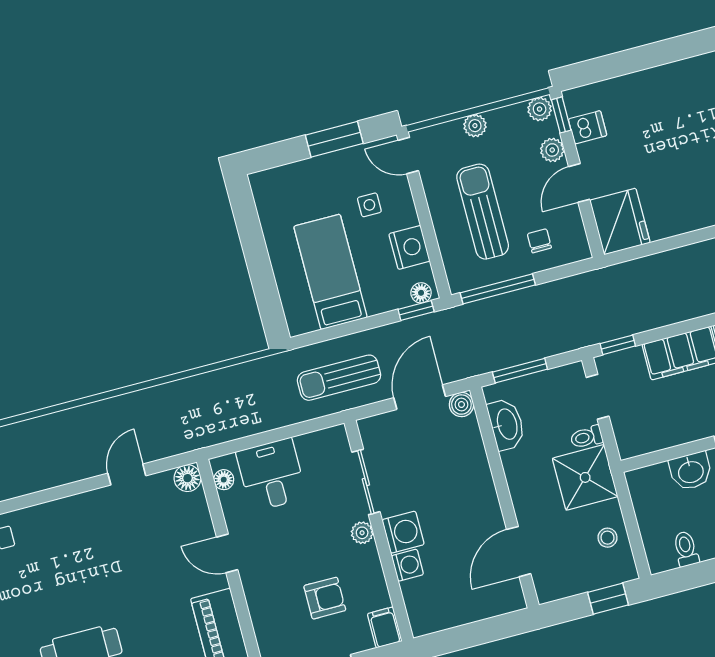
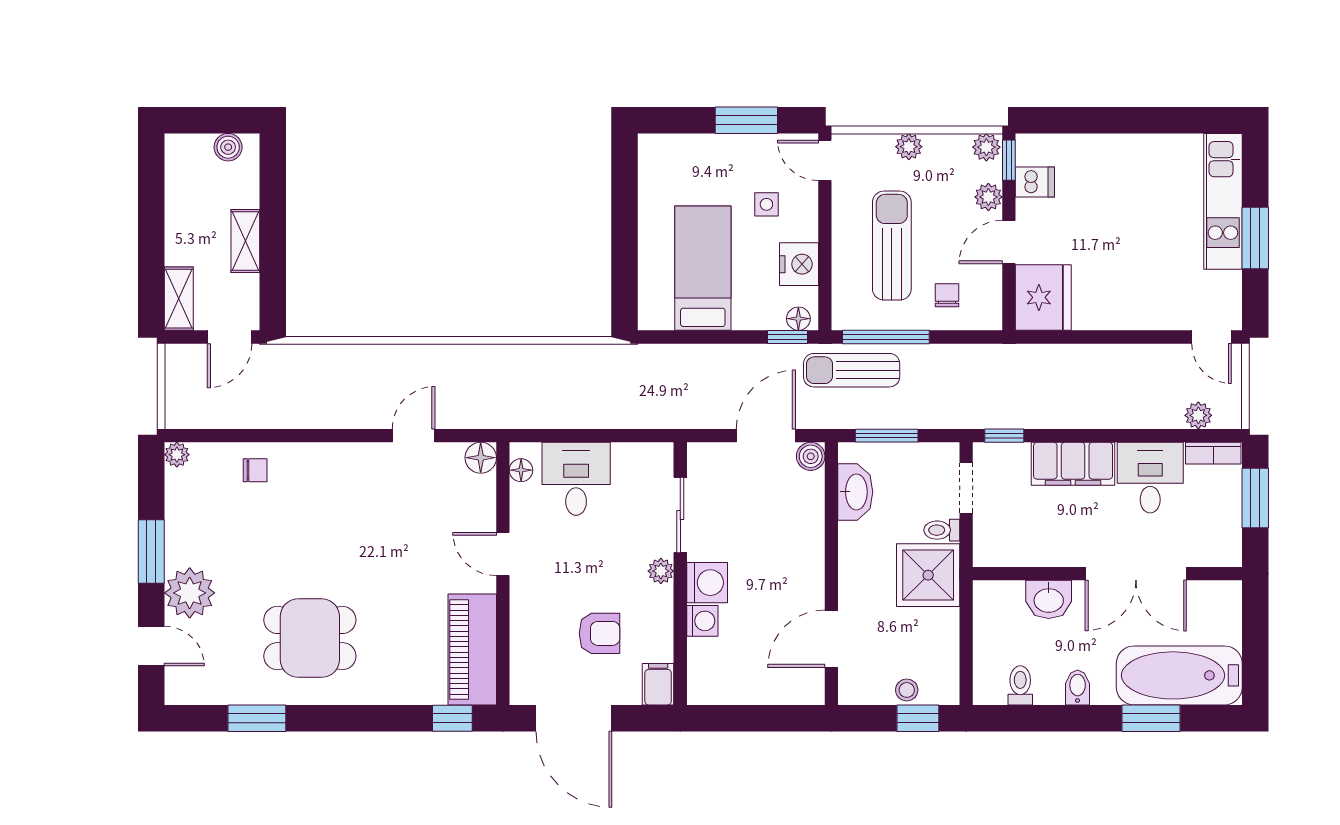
sun lounger: (339, 378) -> (852, 370), moved
stool: (607, 538) -> (907, 690), moved

